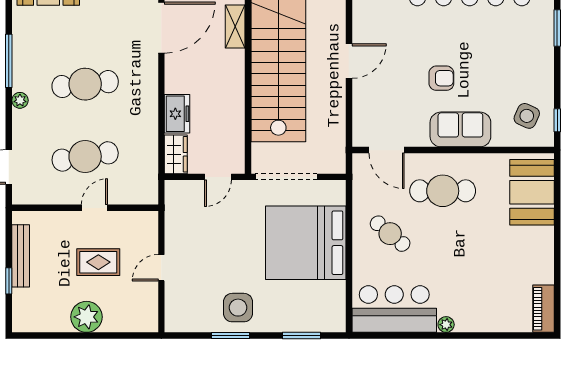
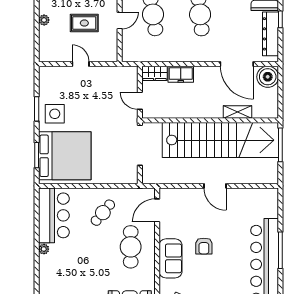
door: (94, 208) -> (120, 20), hinge flipped
bed: (306, 243) -> (65, 156), moved, turned 90
rug: (98, 262) -> (84, 23), turned 90
plant: (86, 317) -> (44, 20), width x0.53, depth x0.53

